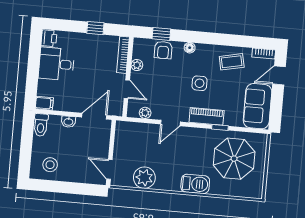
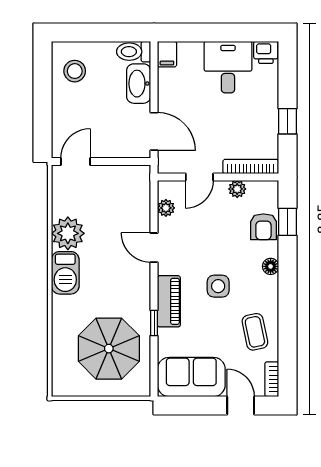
armchair: (163, 50) -> (263, 227), turned -90
washbasin: (68, 122) -> (139, 84), width x1.91, depth x1.45
plant: (144, 178) -> (68, 233), moved
barbecue: (195, 184) -> (65, 273), moved

